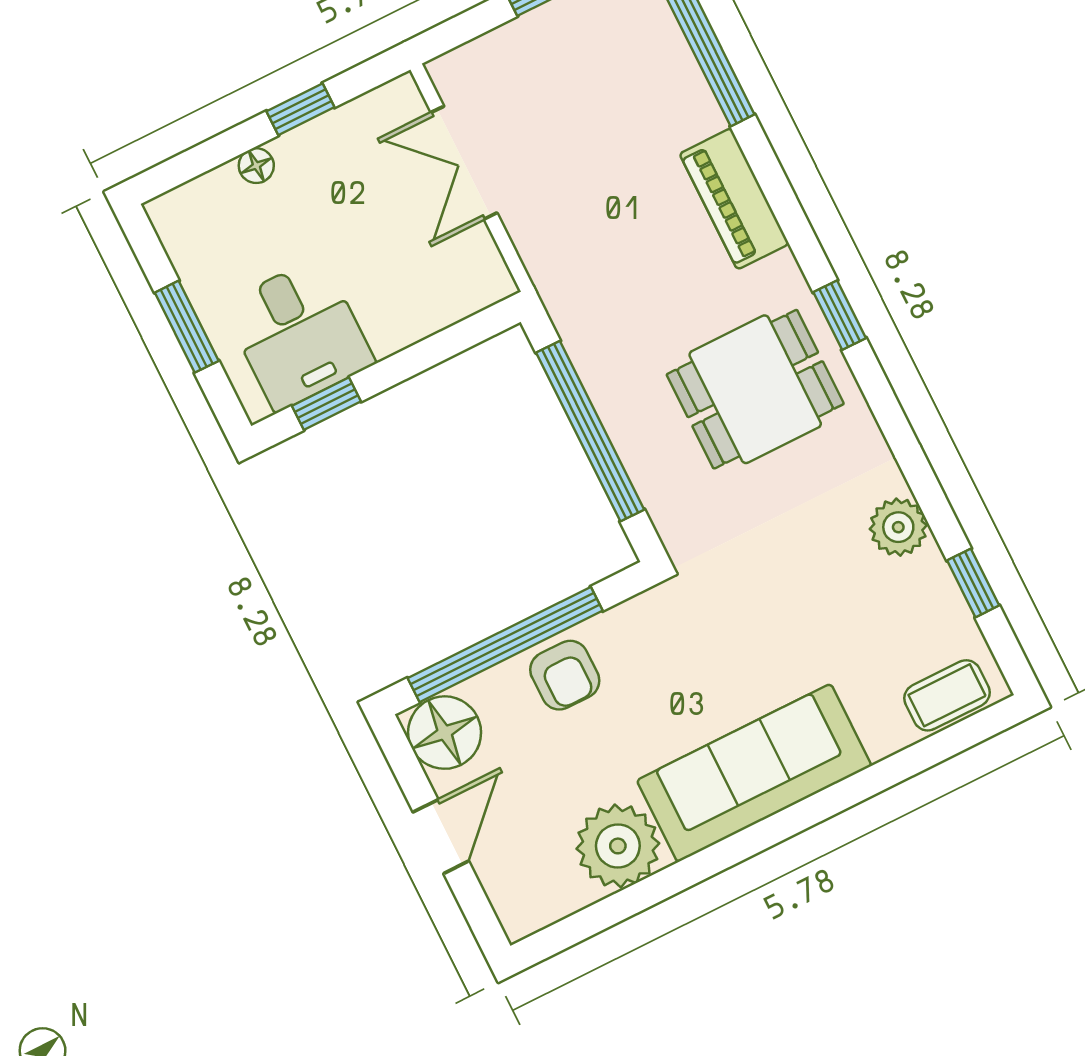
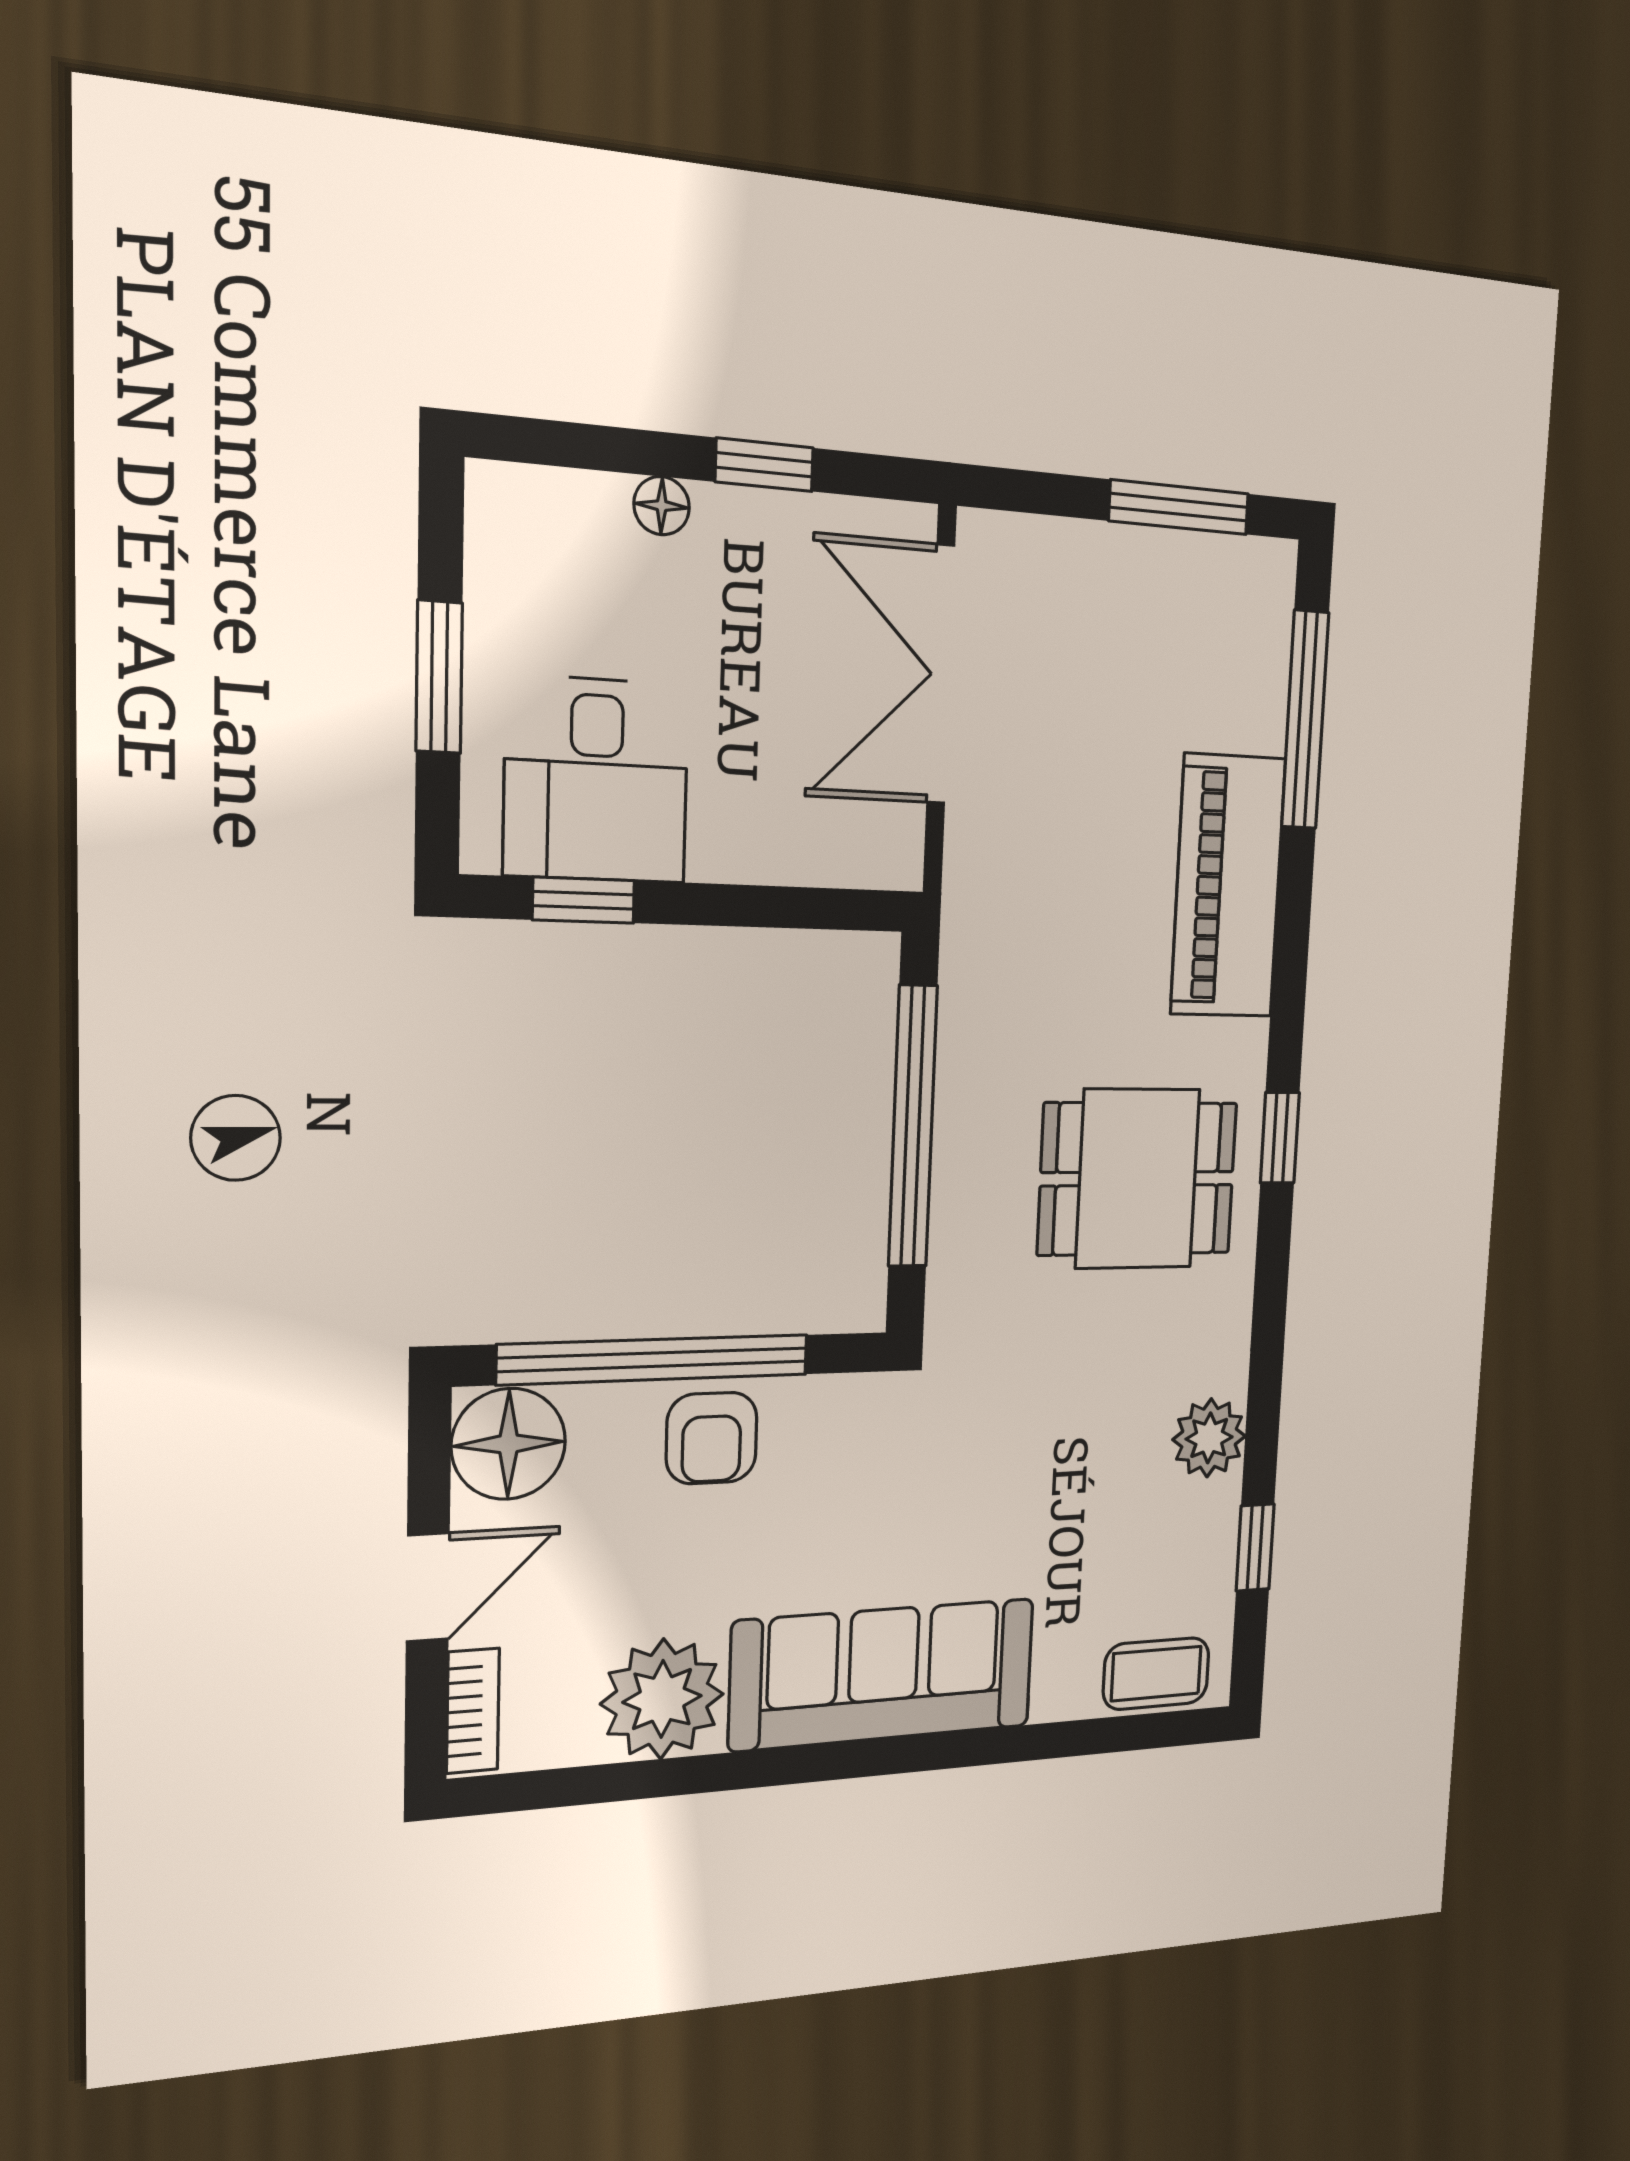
double door: (464, 163) -> (941, 675), width x1.37
piano: (734, 199) -> (1228, 886), width x1.37, depth x1.33
bookcase: (505, 899) -> (473, 1711), added

